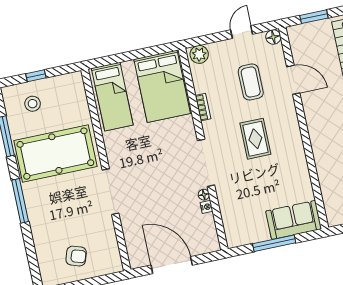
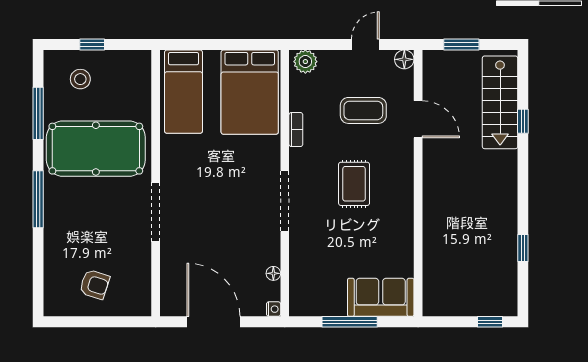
coffee table: (251, 82) -> (363, 110), turned 90
floor lamp: (204, 195) -> (273, 273), moved
nightstand: (207, 207) -> (274, 309), moved

